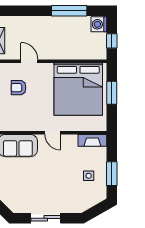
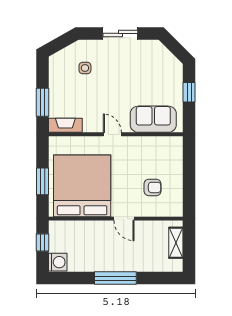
window: (69, 11) -> (115, 278), moved
door: (29, 61) -> (124, 219), moved
window: (112, 174) -> (43, 102), moved
side table: (89, 176) -> (85, 68), moved

